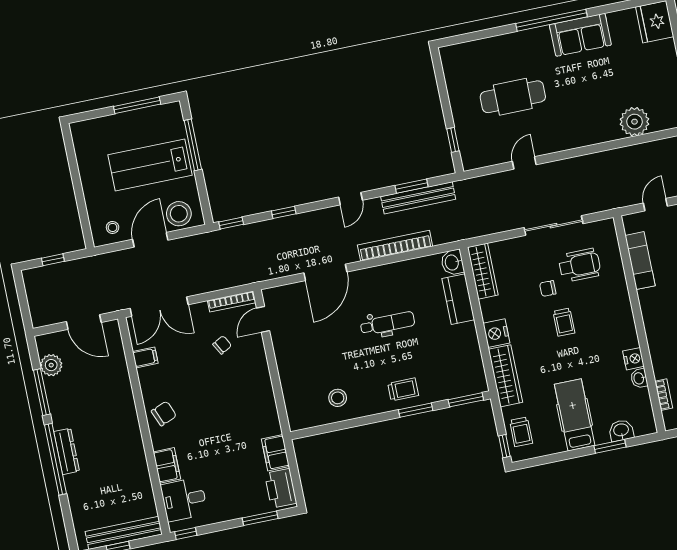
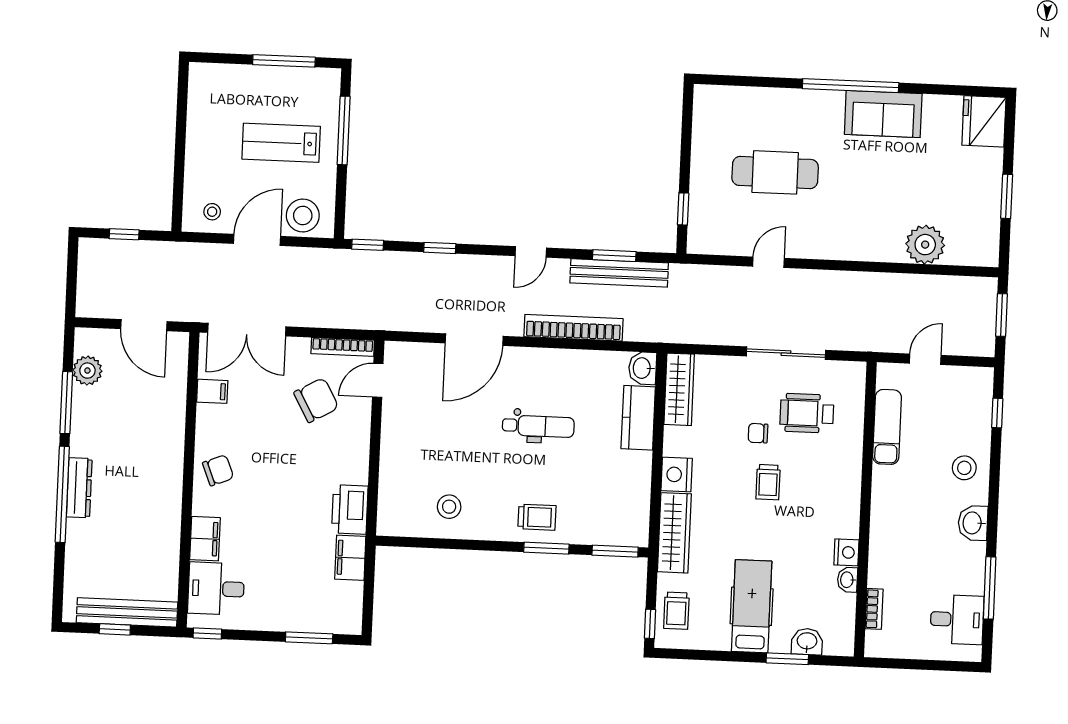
lab bench: (150, 165) -> (281, 143), width x0.73, depth x0.72
wheelchair: (579, 265) -> (807, 413), turned 180
chair: (222, 345) -> (316, 400), width x1.87, depth x1.87
printer: (281, 488) -> (350, 509), moved

